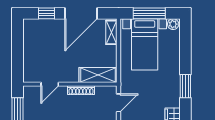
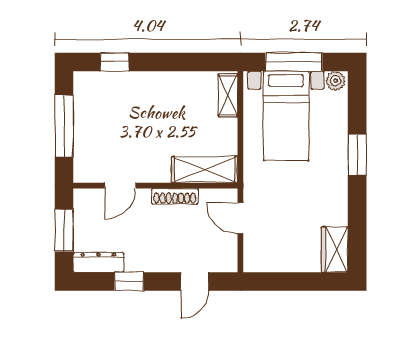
door: (81, 13) -> (175, 62), removed
window: (18, 50) -> (64, 126), added
window: (185, 86) -> (357, 155), moved
door: (119, 103) -> (240, 218), swing flipped

